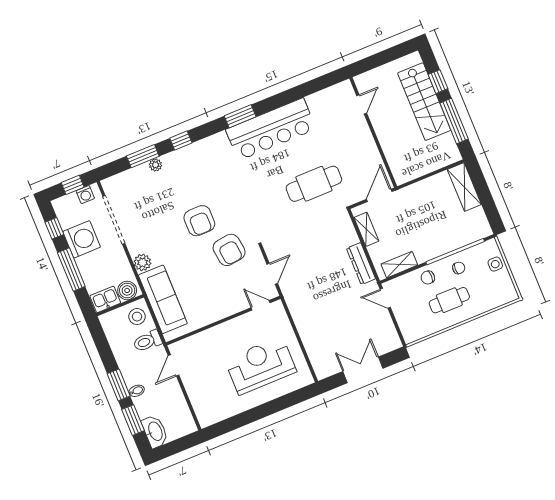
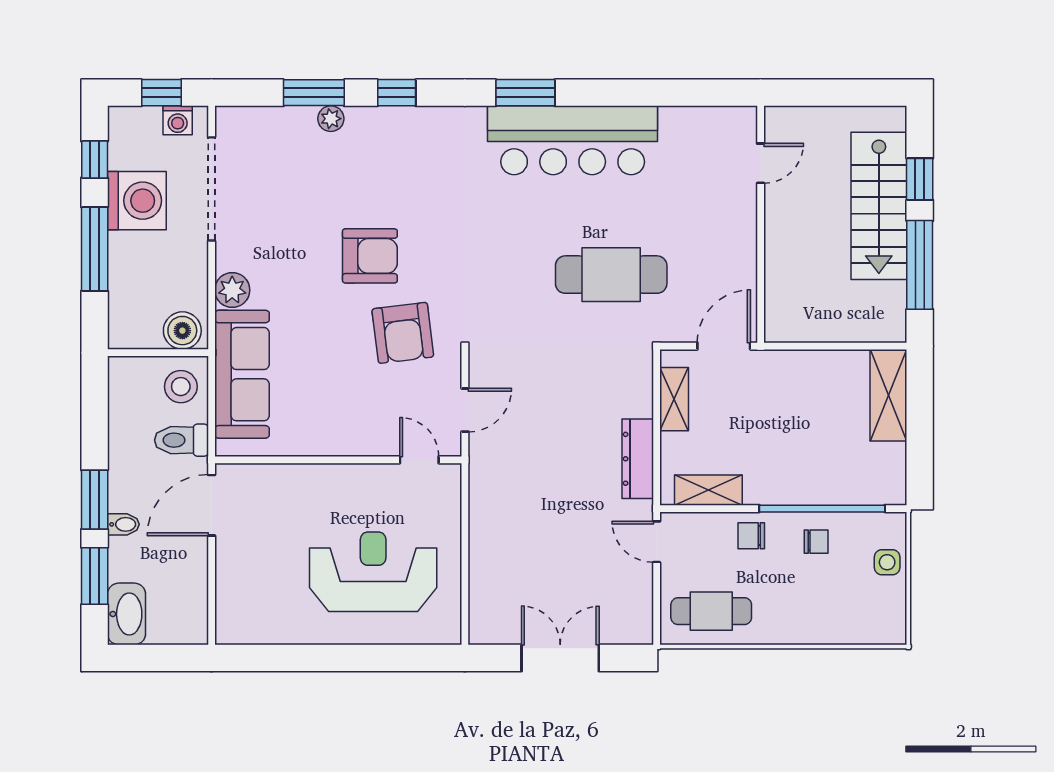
armchair: (199, 221) -> (370, 256), turned -90
kitchen sink: (105, 299) -> (135, 330), removed
cafe table: (449, 300) -> (711, 611), moved
door: (174, 365) -> (212, 505), width x1.38

